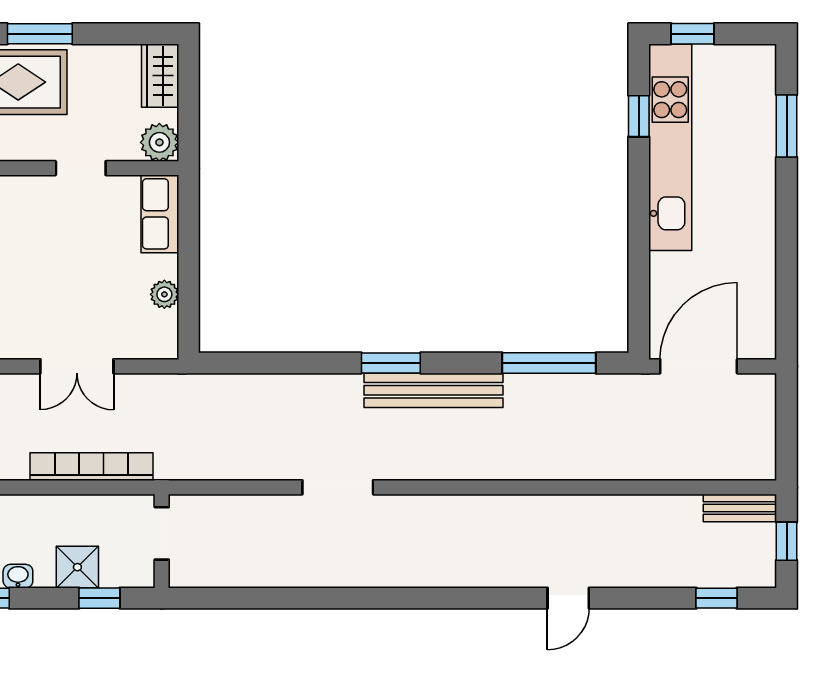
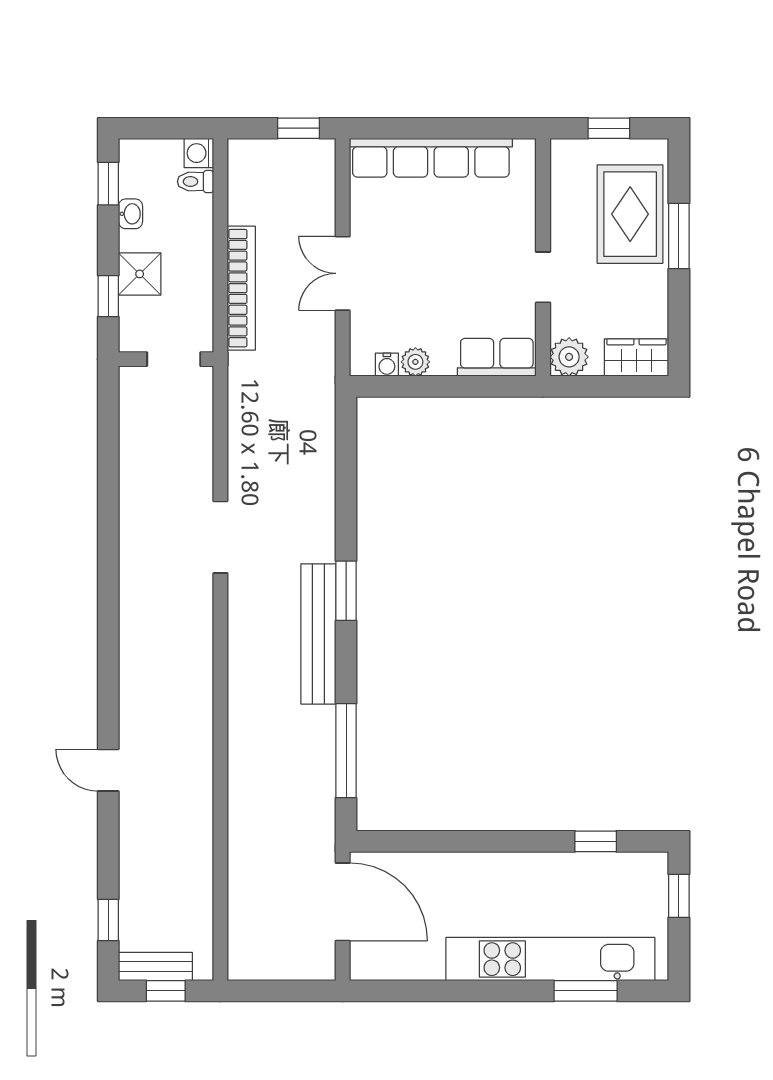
kitchen unit: (670, 147) -> (550, 959), moved, turned 180
water cooler: (167, 323) -> (387, 365), added
bench: (740, 508) -> (155, 967), moved, turned 90

